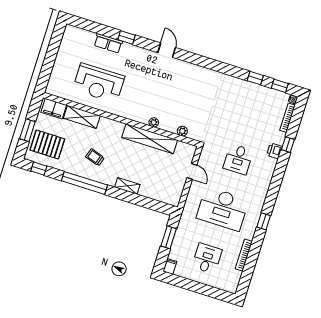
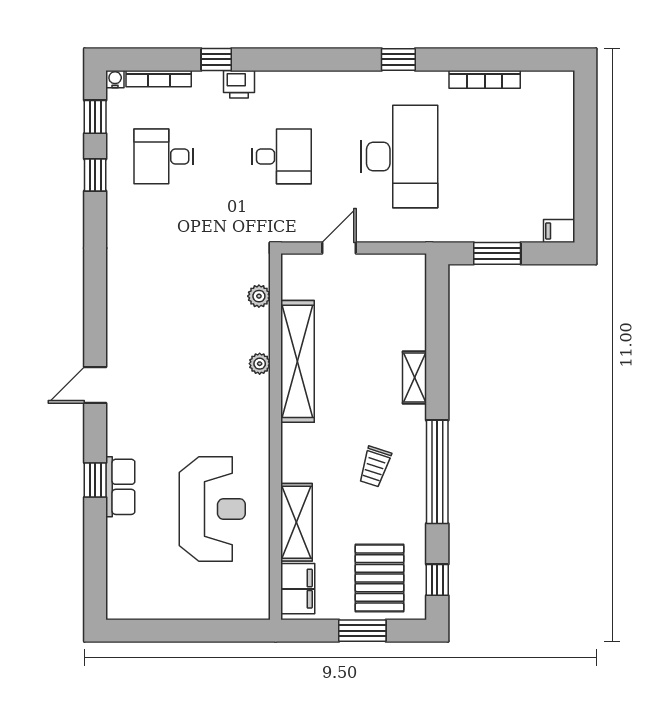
row of seats: (108, 43) -> (120, 487), moved
desk: (207, 258) -> (164, 156), moved

